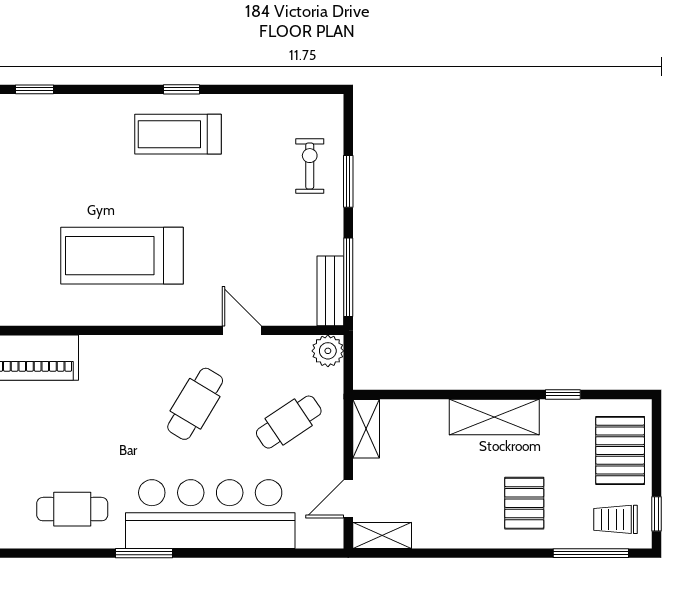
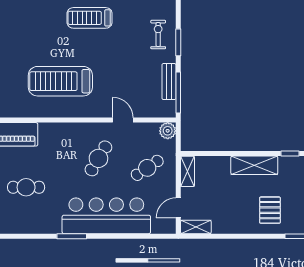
bench: (330, 291) -> (169, 82), moved
cafe table: (72, 509) -> (26, 187), moved

